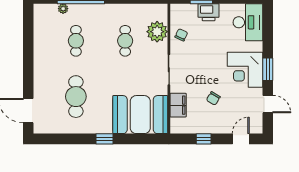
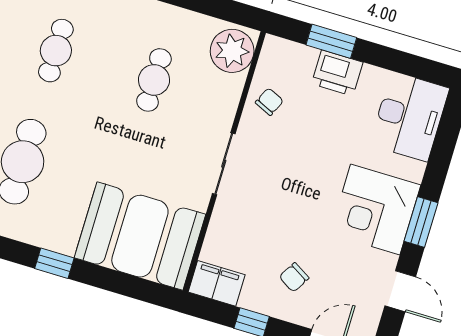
plant: (157, 32) -> (232, 51), moved
chair: (213, 98) -> (294, 277), moved
filing cabinet: (178, 105) -> (217, 283), moved, turned -90

